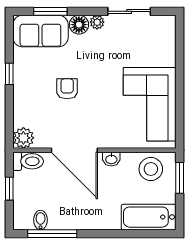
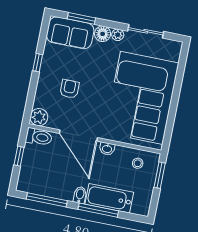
armchair: (67, 89) -> (69, 89), moved
corner sofa: (150, 104) -> (142, 98), width x1.36, depth x1.36
stool: (151, 169) -> (138, 163), width x0.53, depth x0.53
bathtub: (149, 217) -> (109, 198), moved
bidet: (41, 220) -> (80, 195), moved
window: (115, 234) -> (98, 210), added

